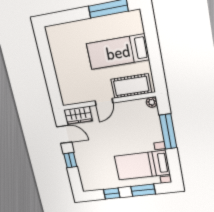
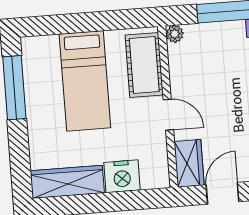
wardrobe: (57, 47) -> (67, 182), added
nightstand: (65, 78) -> (122, 176), added

